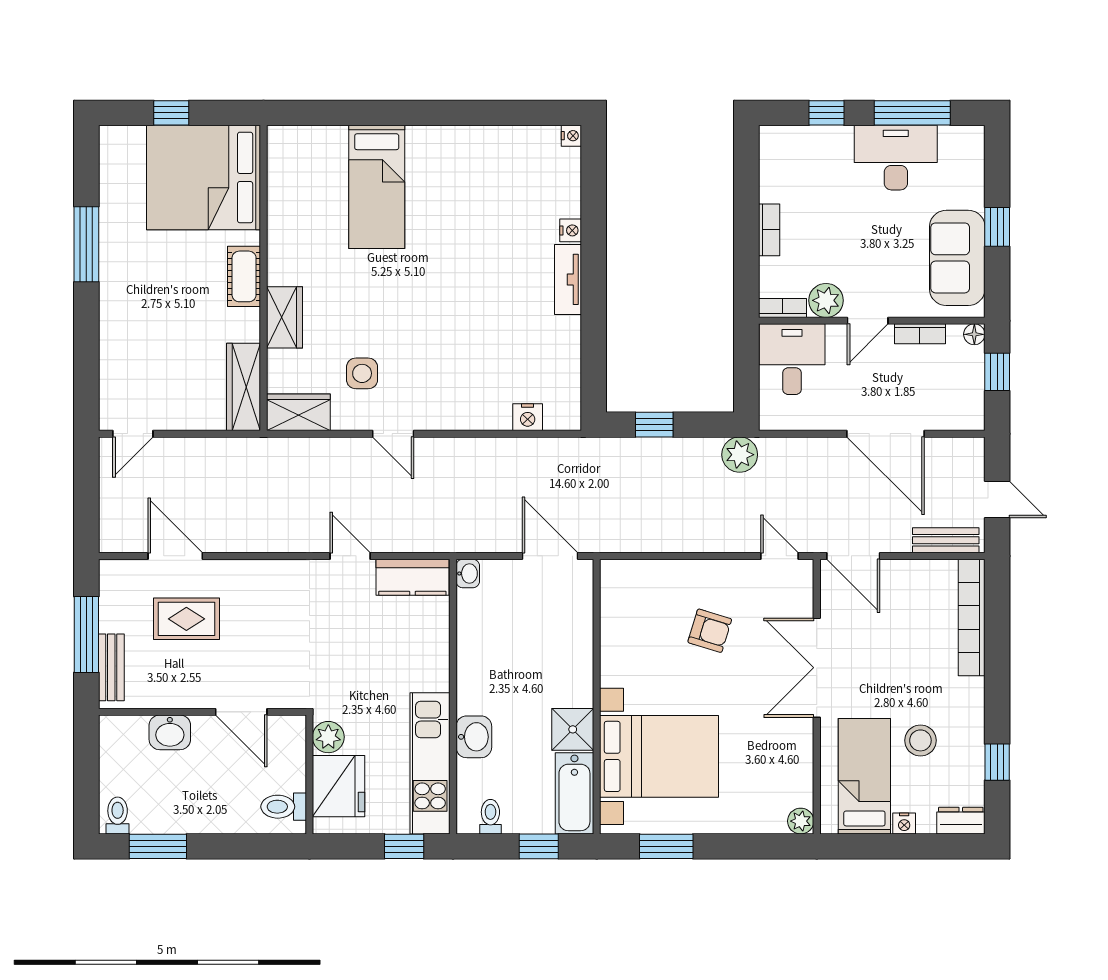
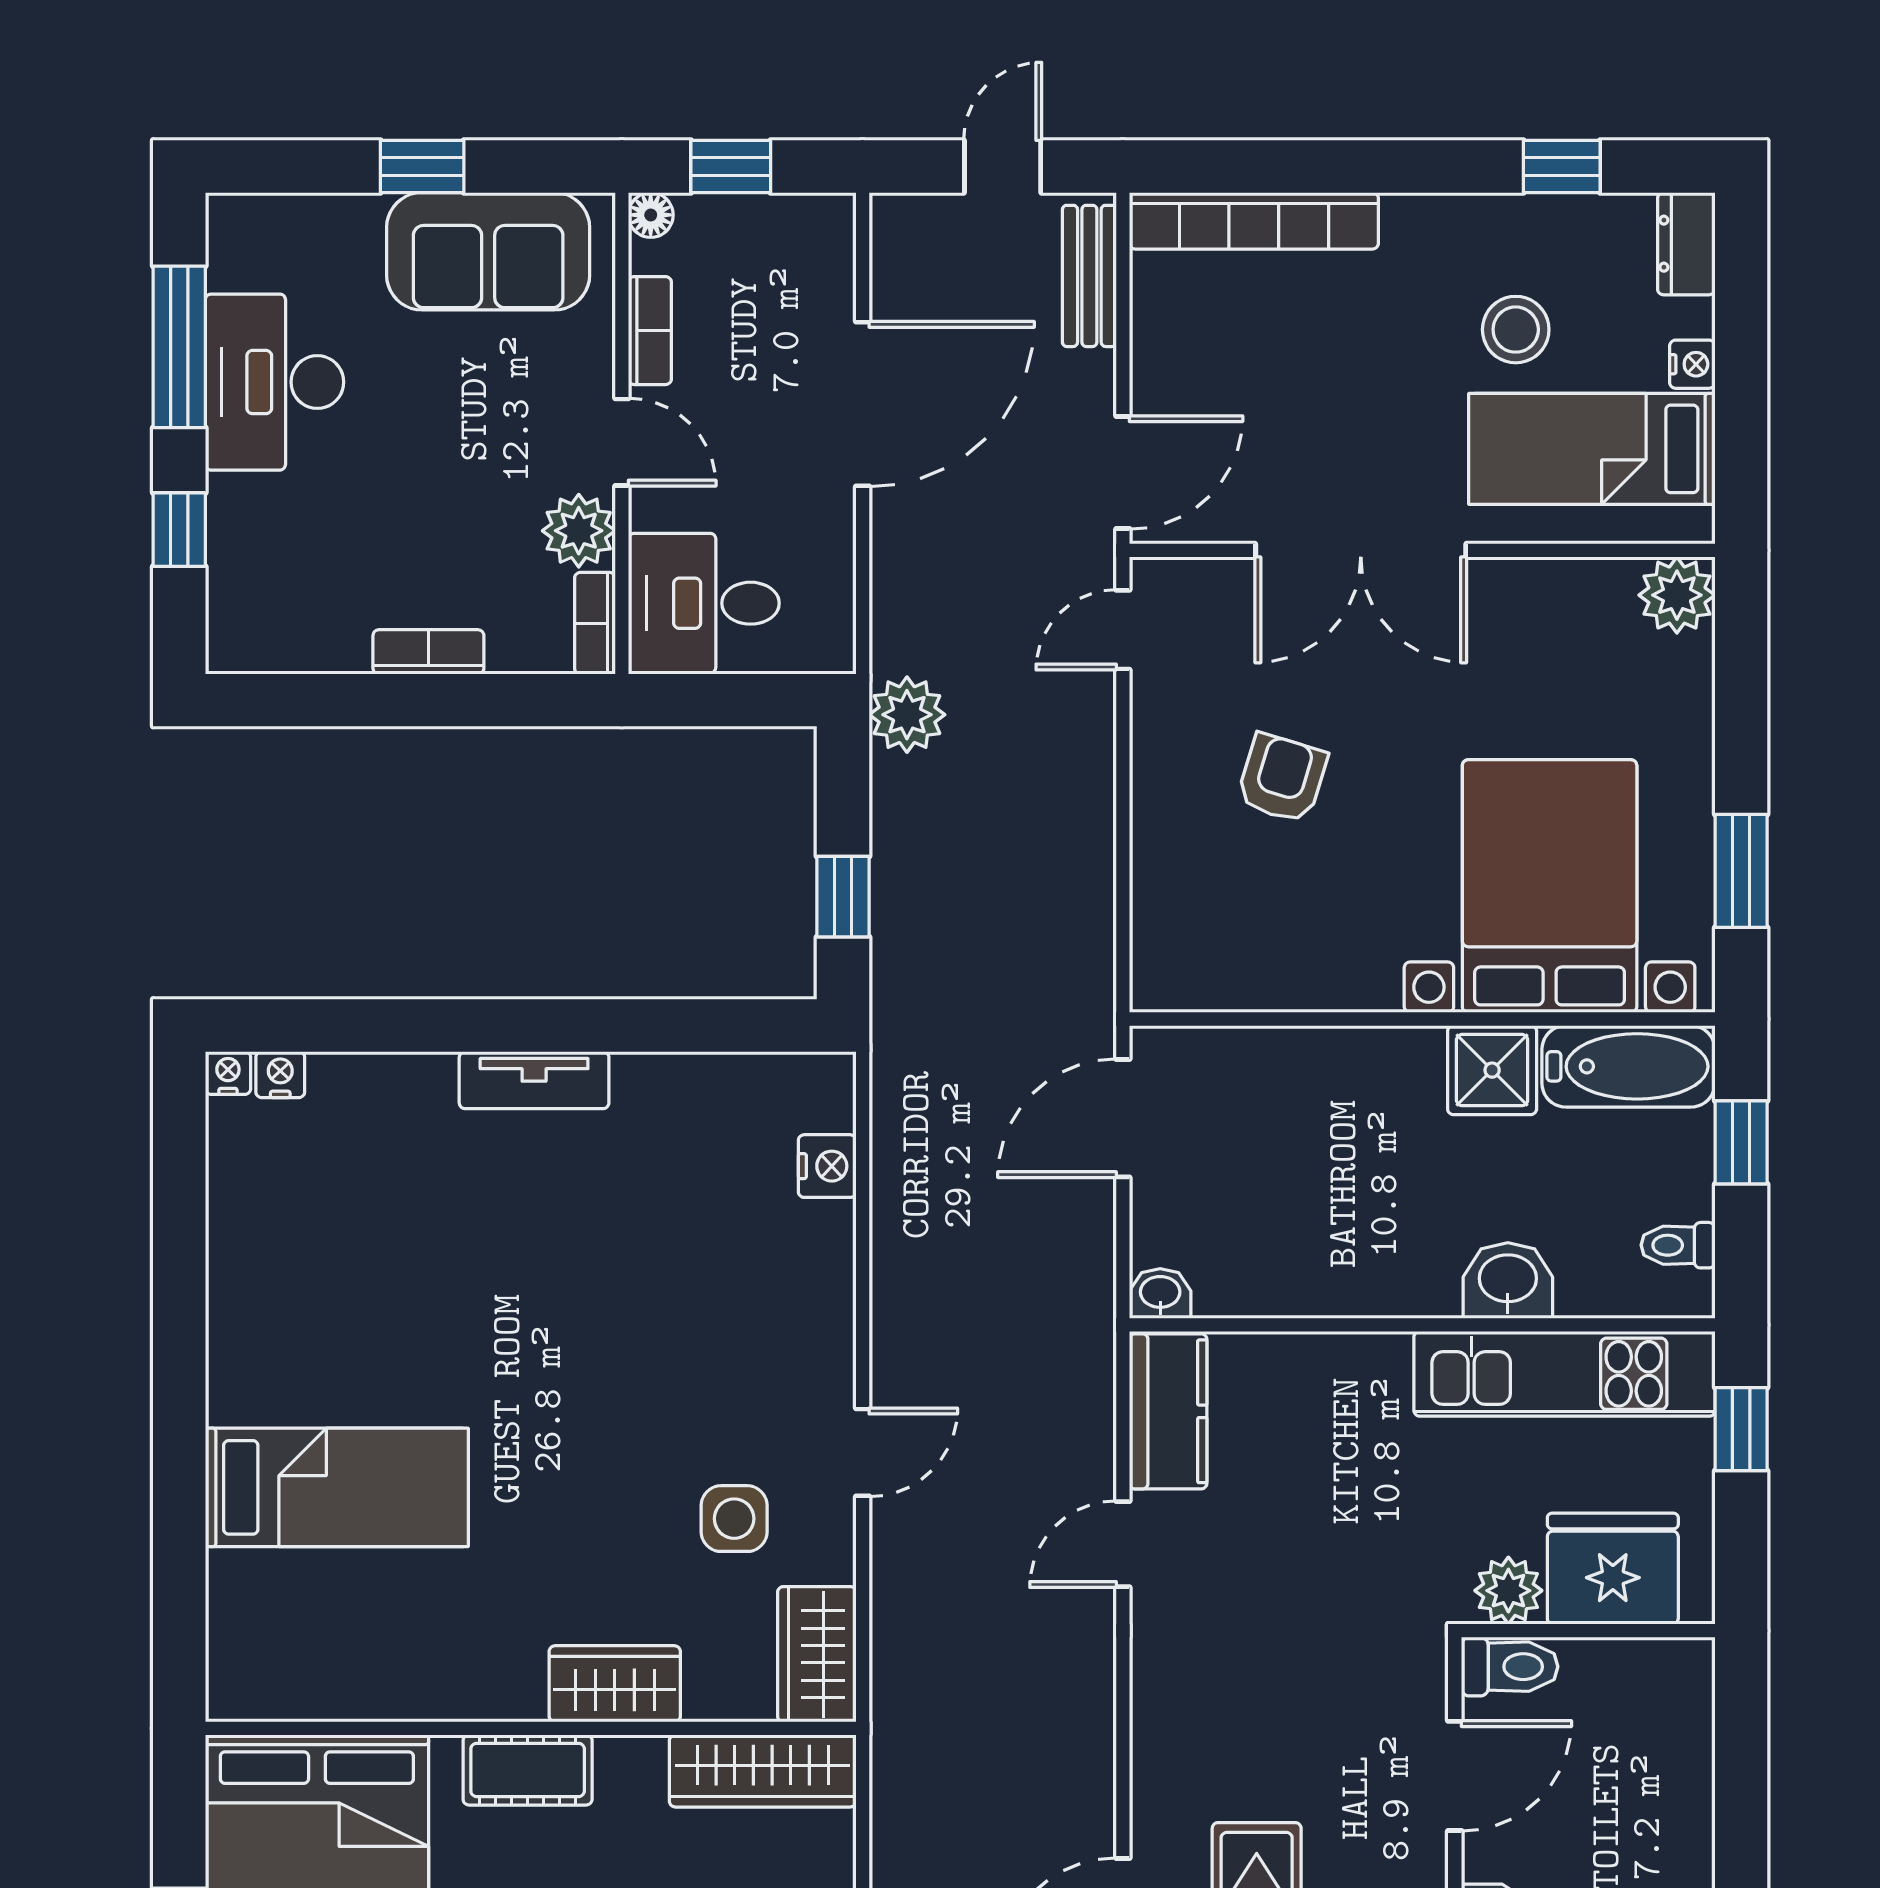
nightstand: (571, 230) -> (280, 1075), moved
toilet: (284, 807) -> (1510, 1667), moved, turned -90
plant: (801, 821) -> (1677, 595), width x1.38, depth x1.38

